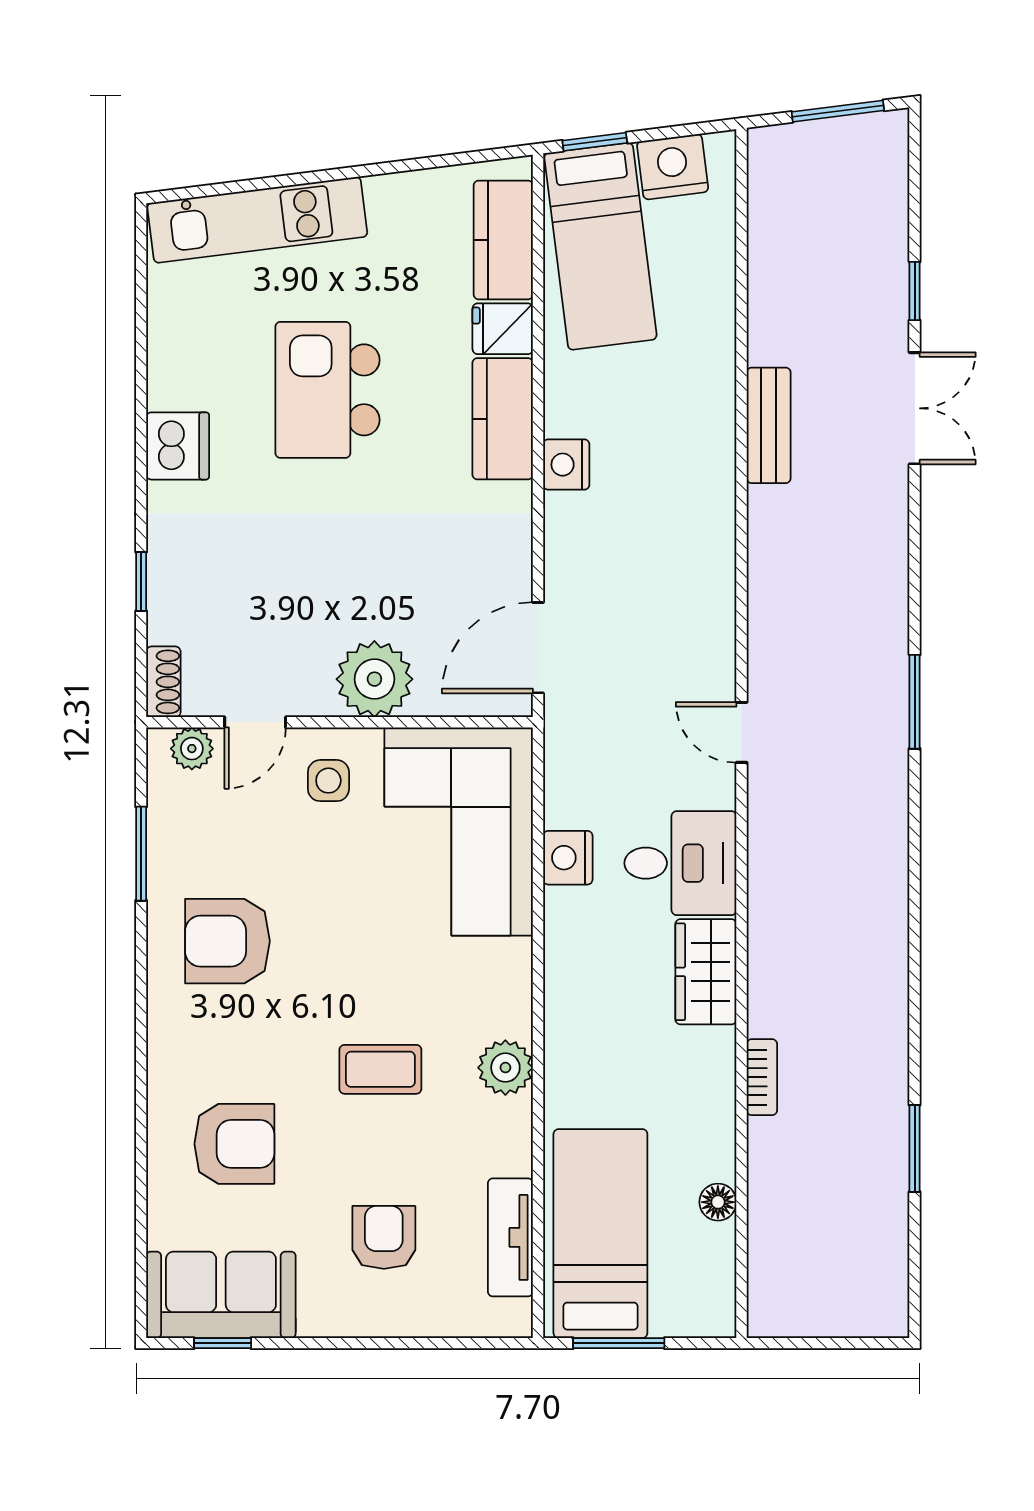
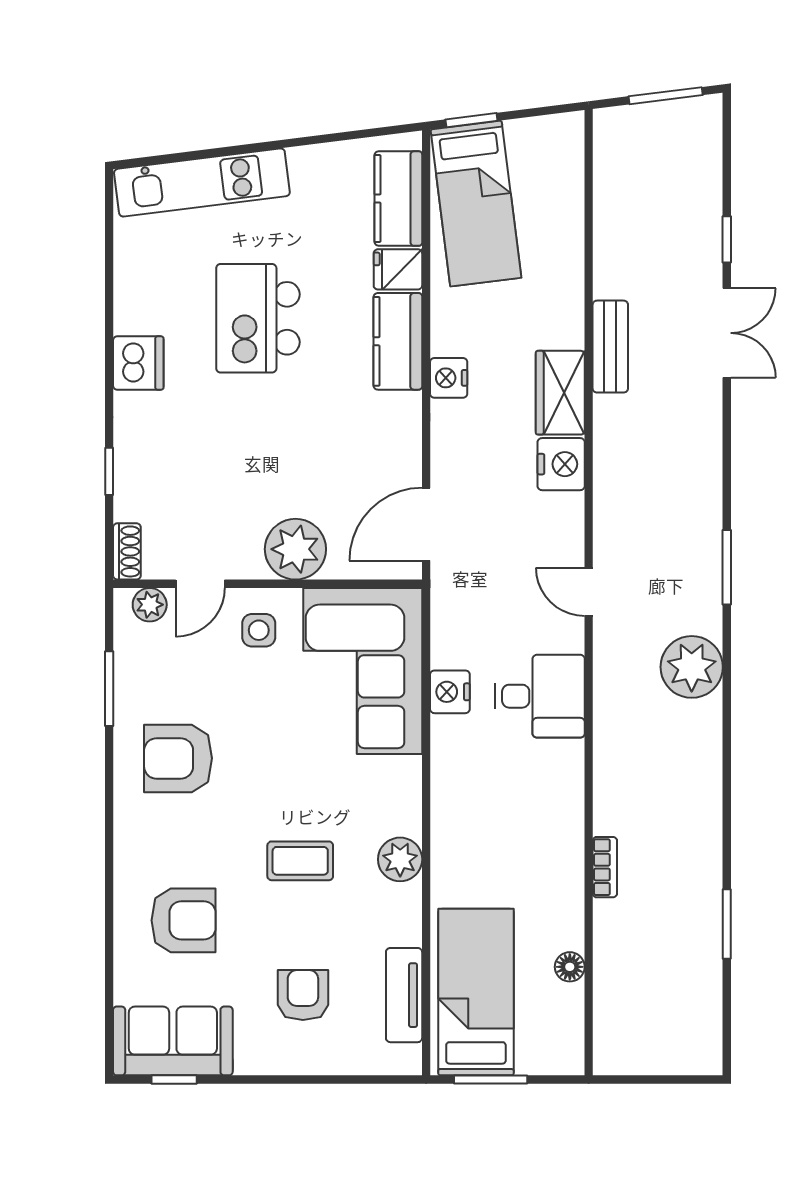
nightstand: (673, 167) -> (561, 464), moved, turned 97
plant: (871, 827) -> (692, 667), added
wardrobe: (706, 972) -> (560, 393), moved

